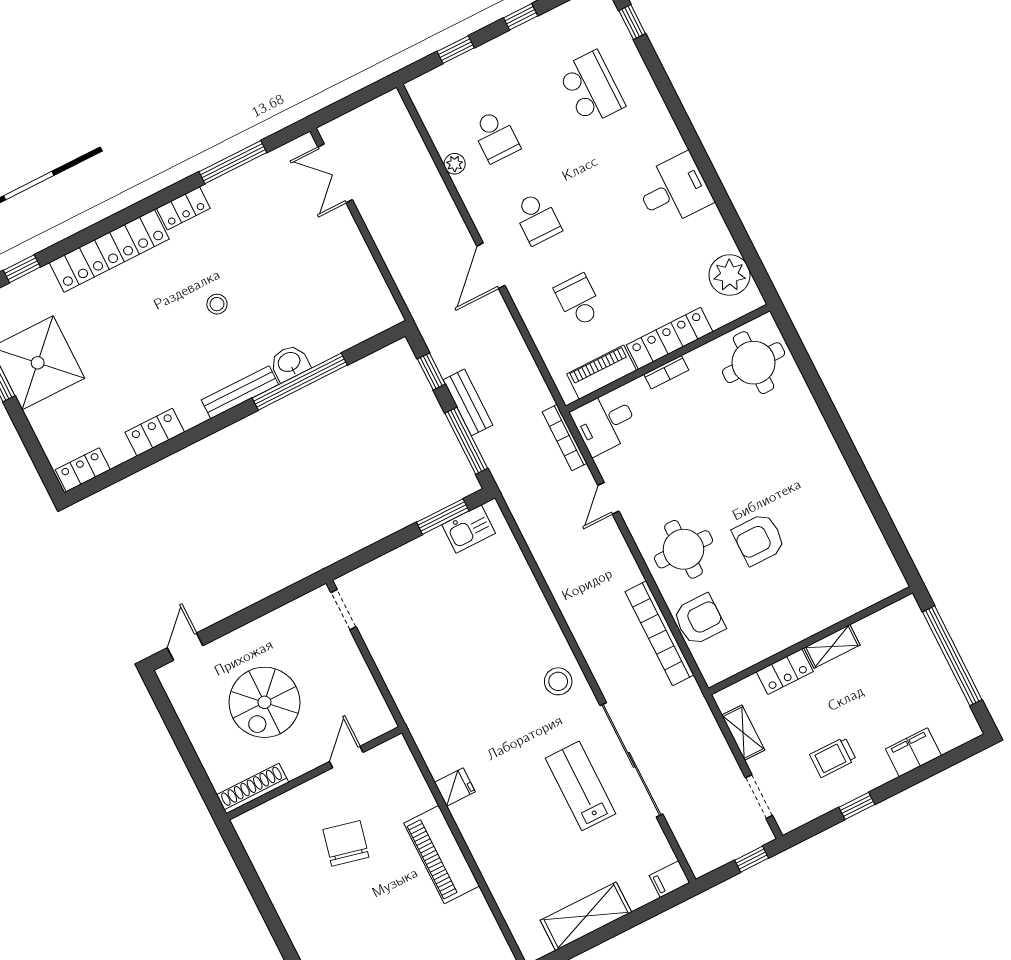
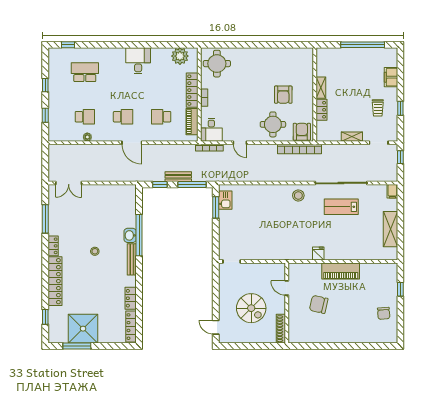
locker: (83, 470) -> (131, 327), width x1.53
wall: (810, 641) -> (315, 94), moved
shelving: (832, 646) -> (321, 88), moved
locker: (785, 672) -> (321, 110), moved

